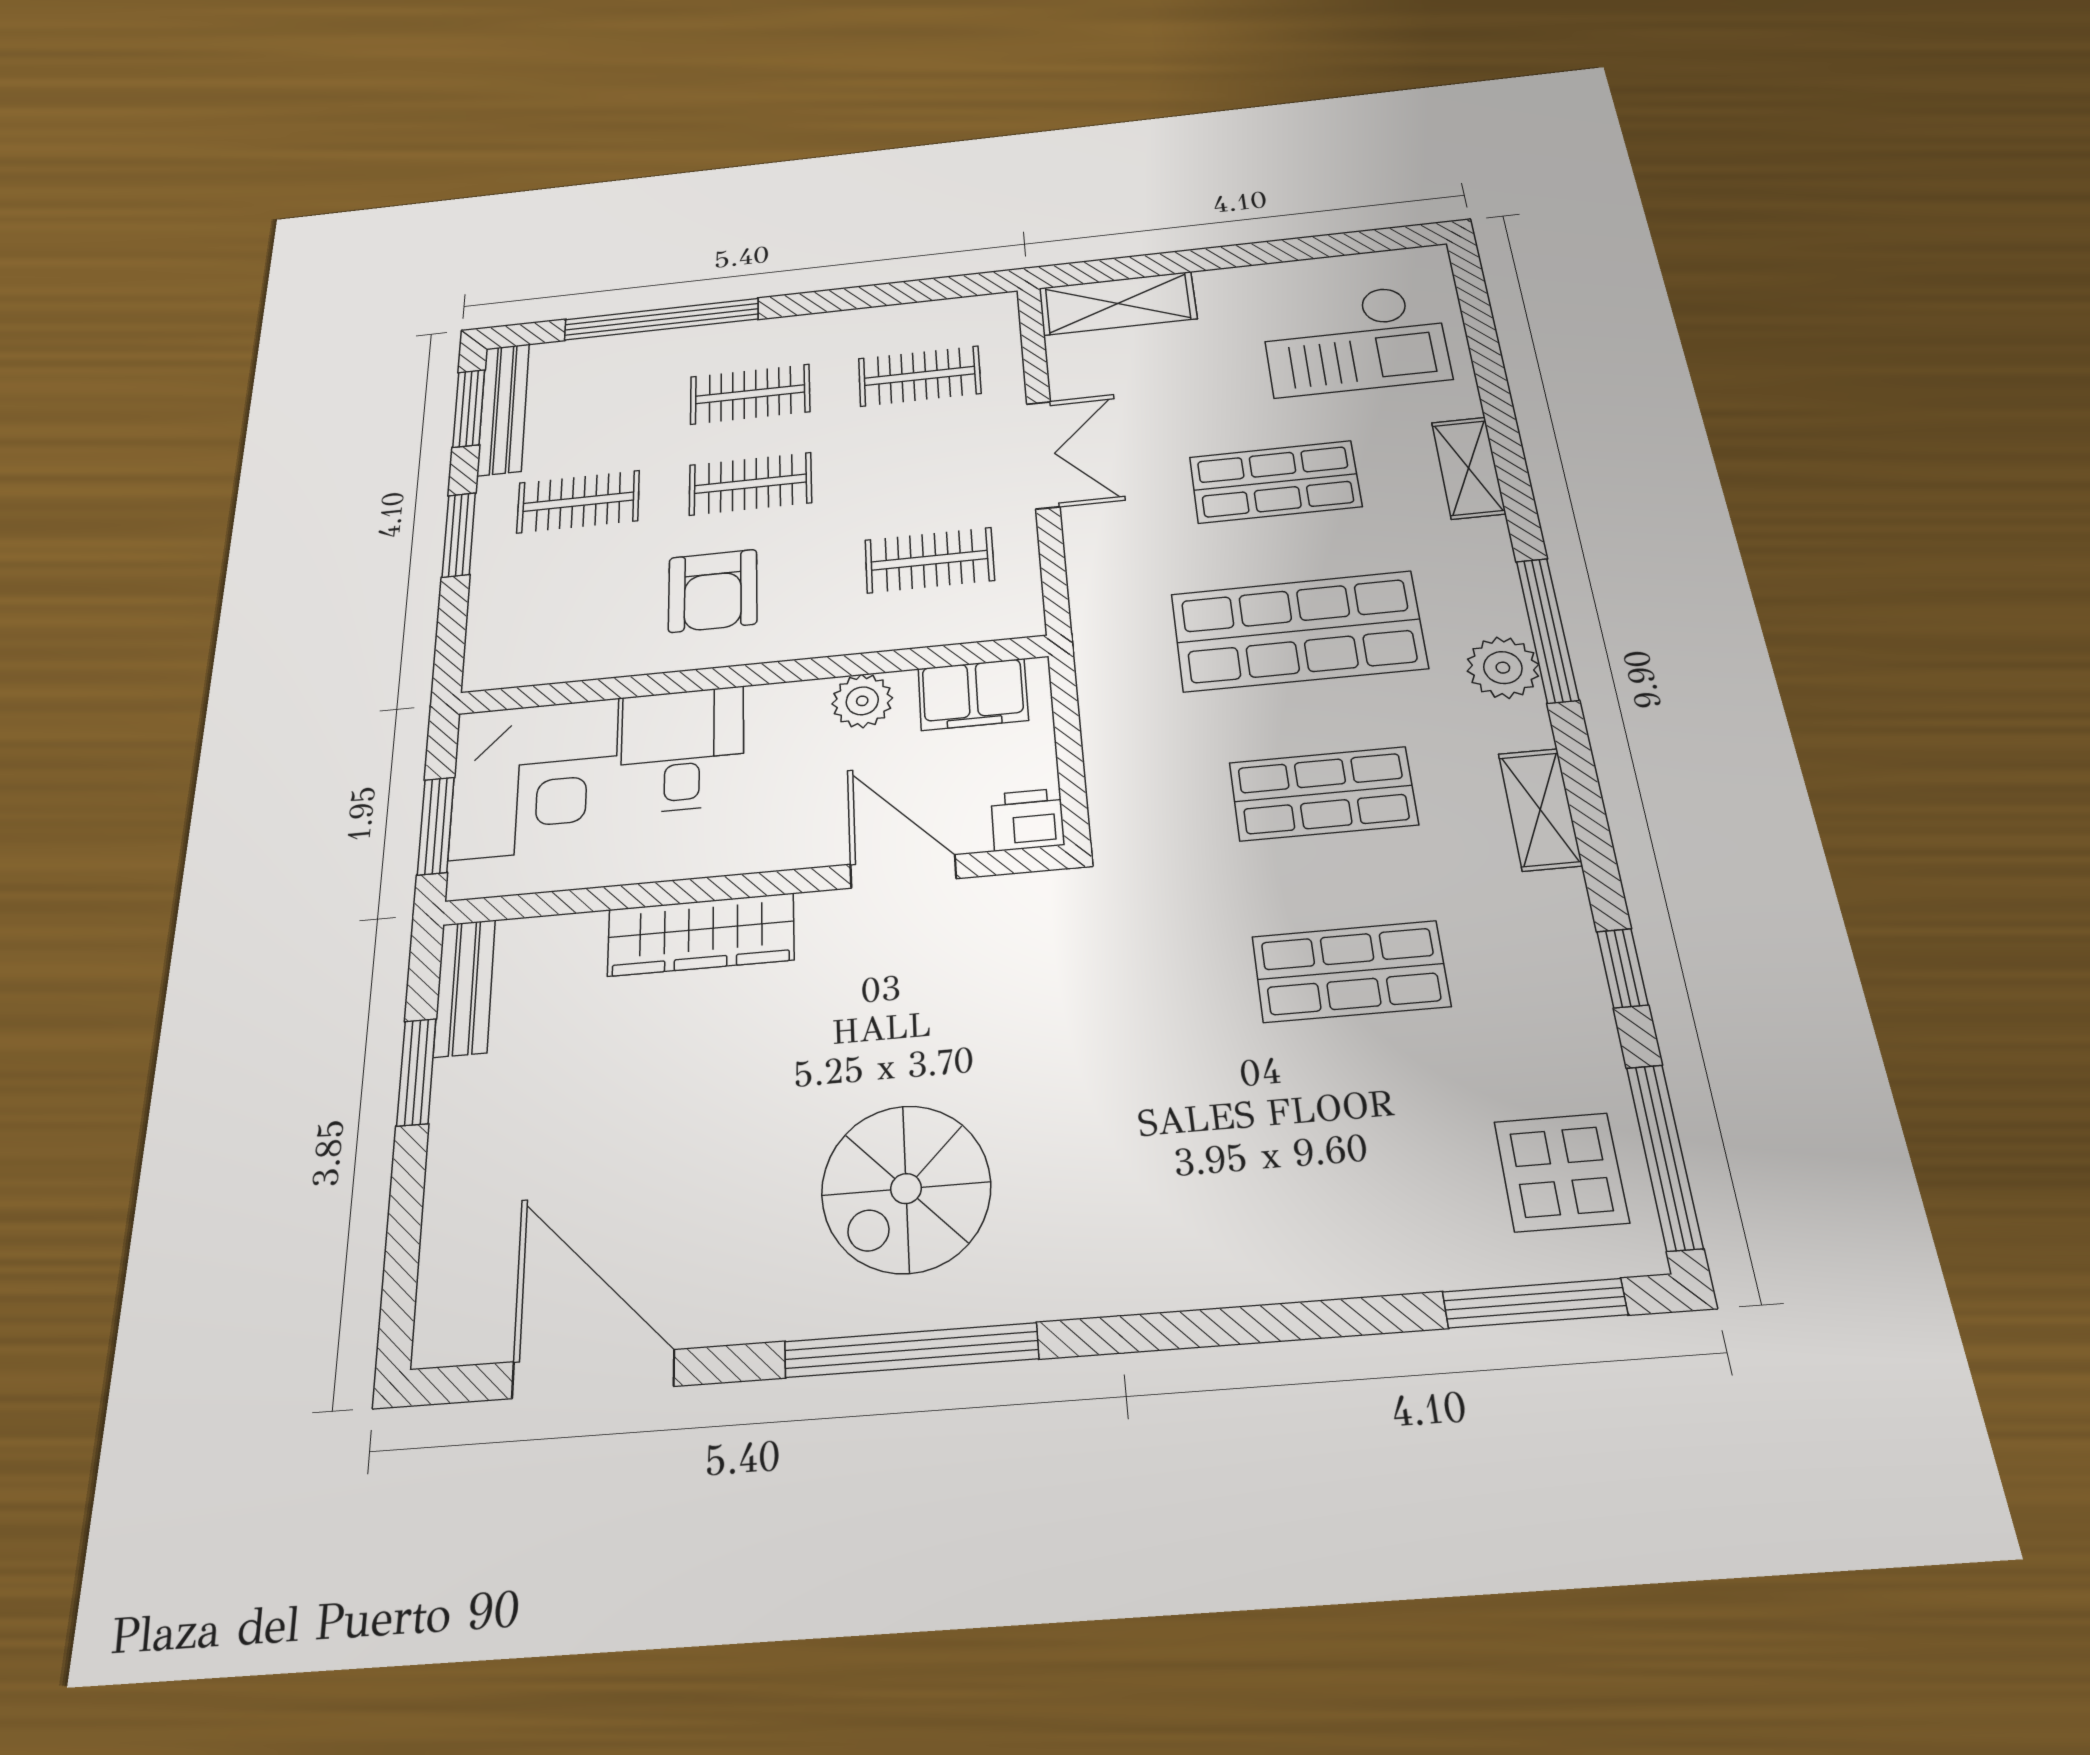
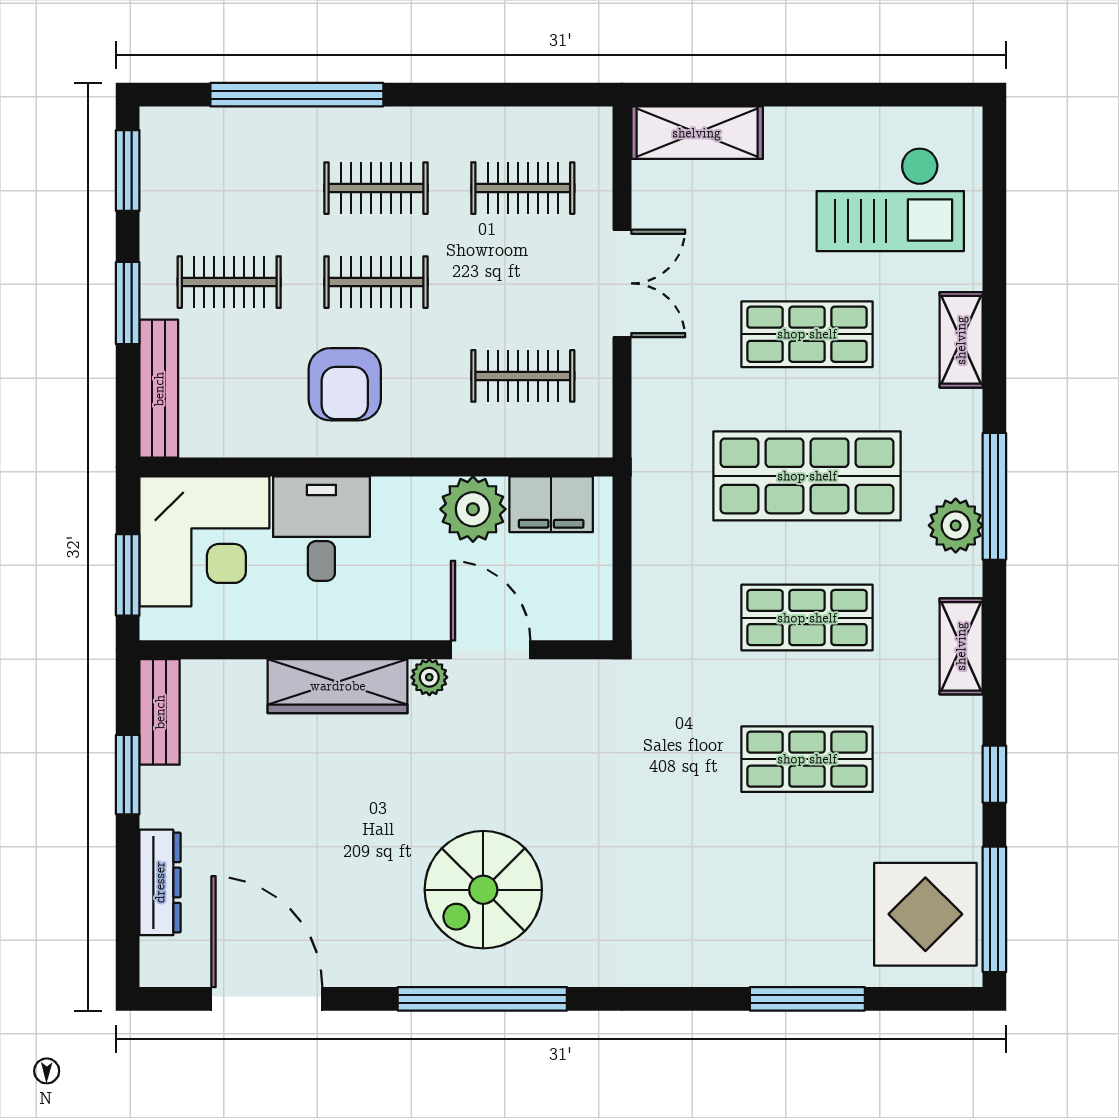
bench: (503, 409) -> (159, 389), moved
plant: (862, 701) -> (473, 509), width x1.36, depth x1.36
printer: (1028, 820) -> (586, 616), removed
plant: (823, 913) -> (429, 677), added
display table: (1561, 1172) -> (925, 914), width x1.36, depth x1.36
dresser: (450, 1215) -> (160, 882), added
window: (1535, 1303) -> (807, 999), moved

